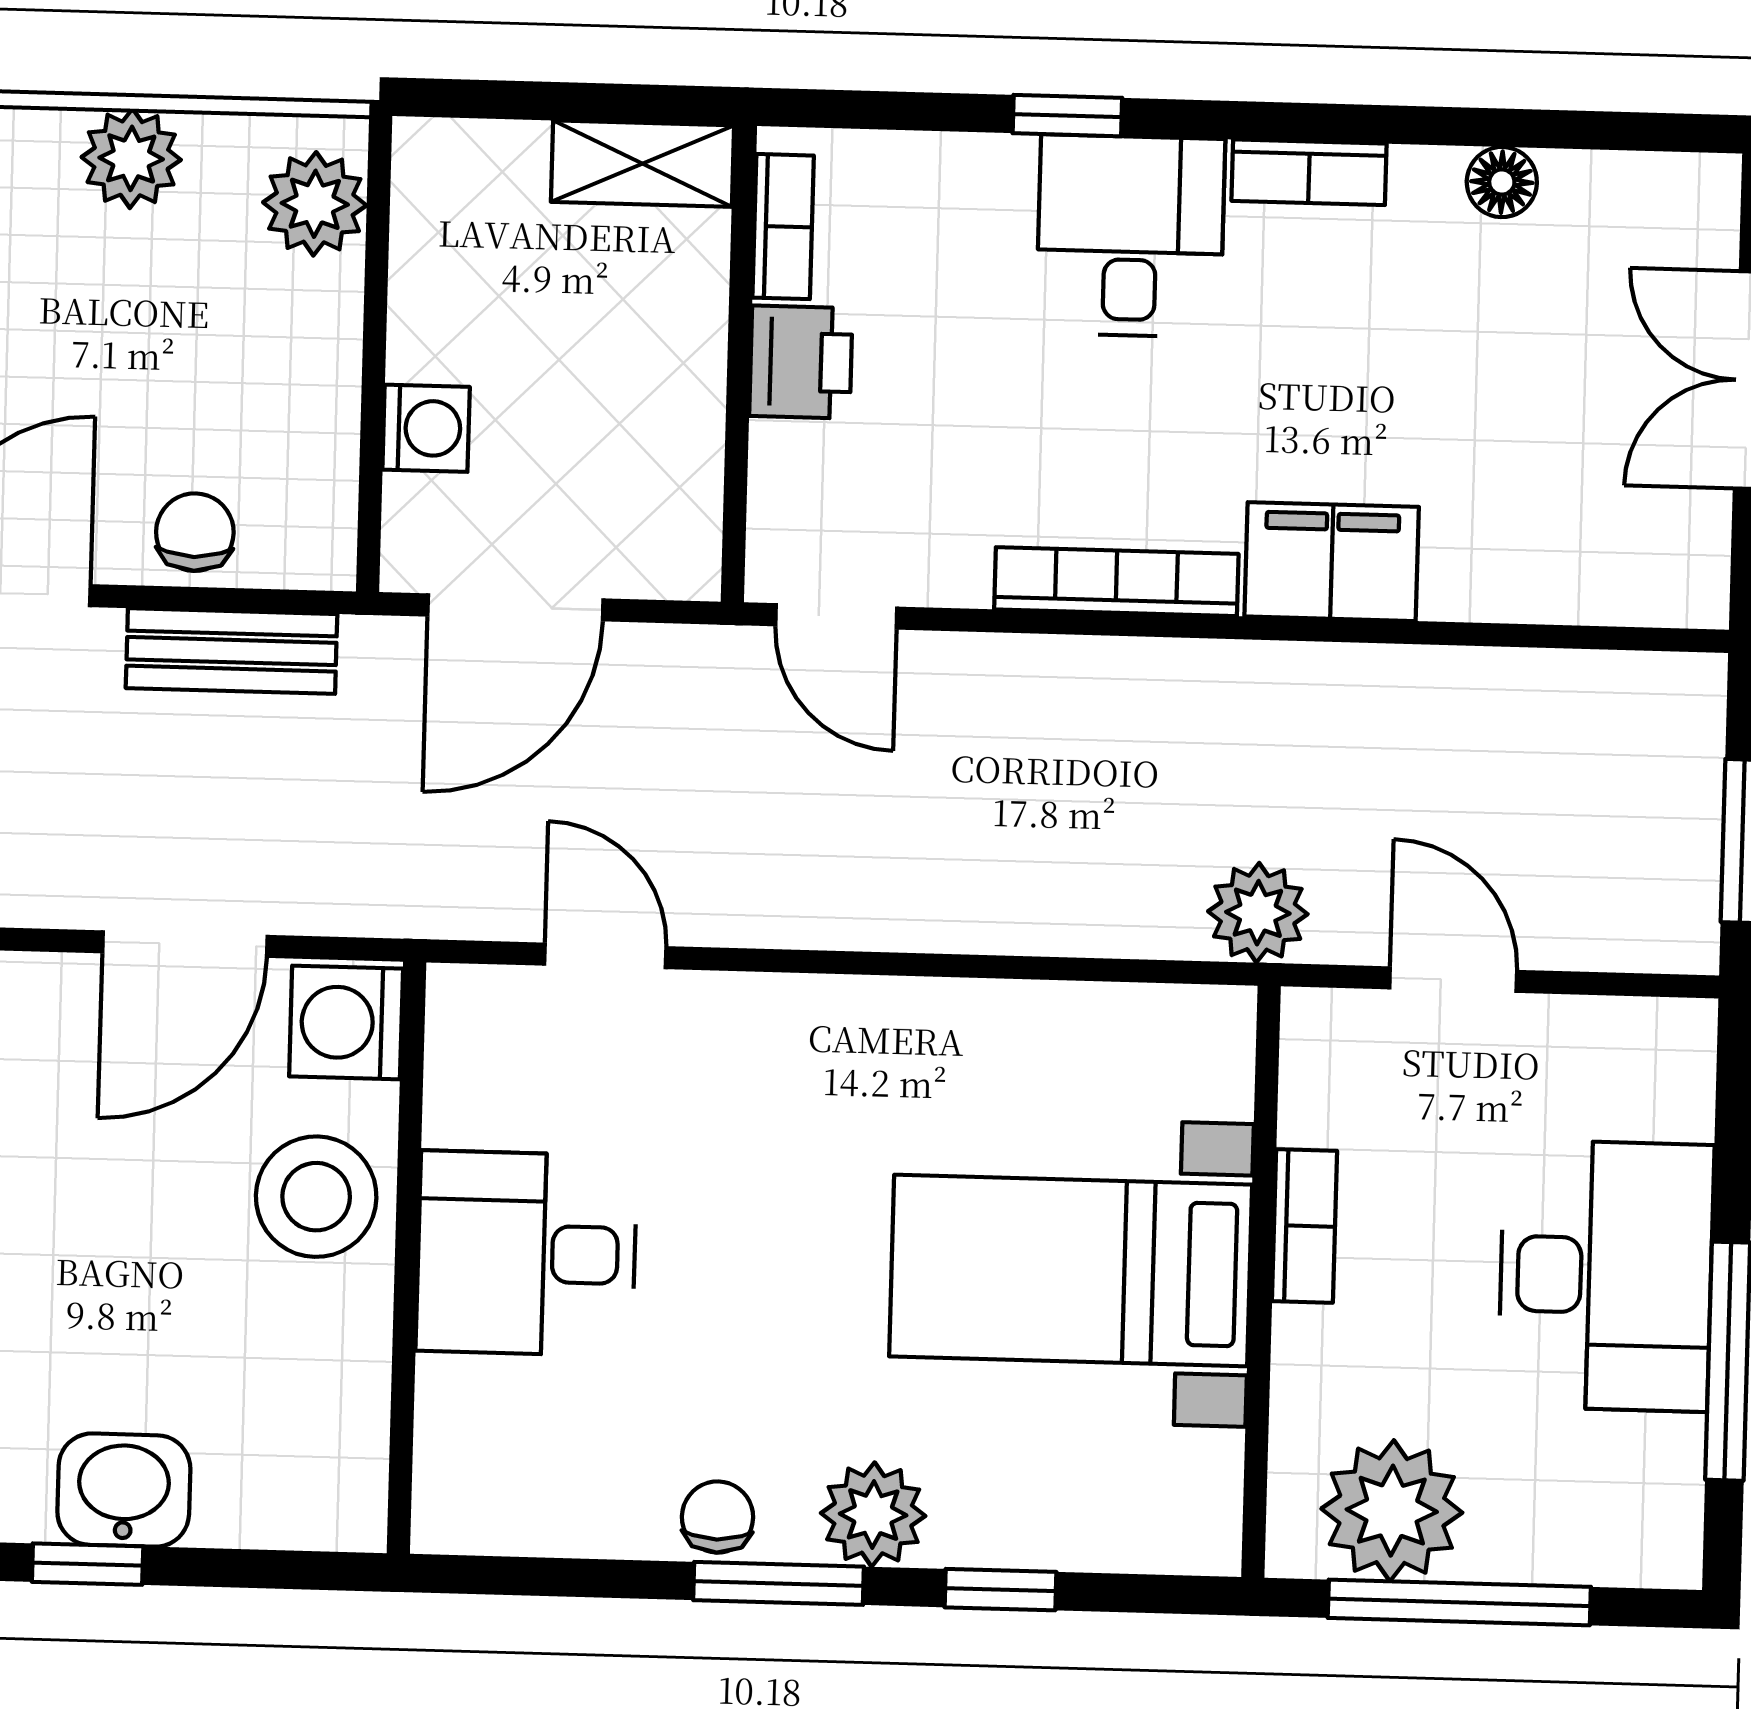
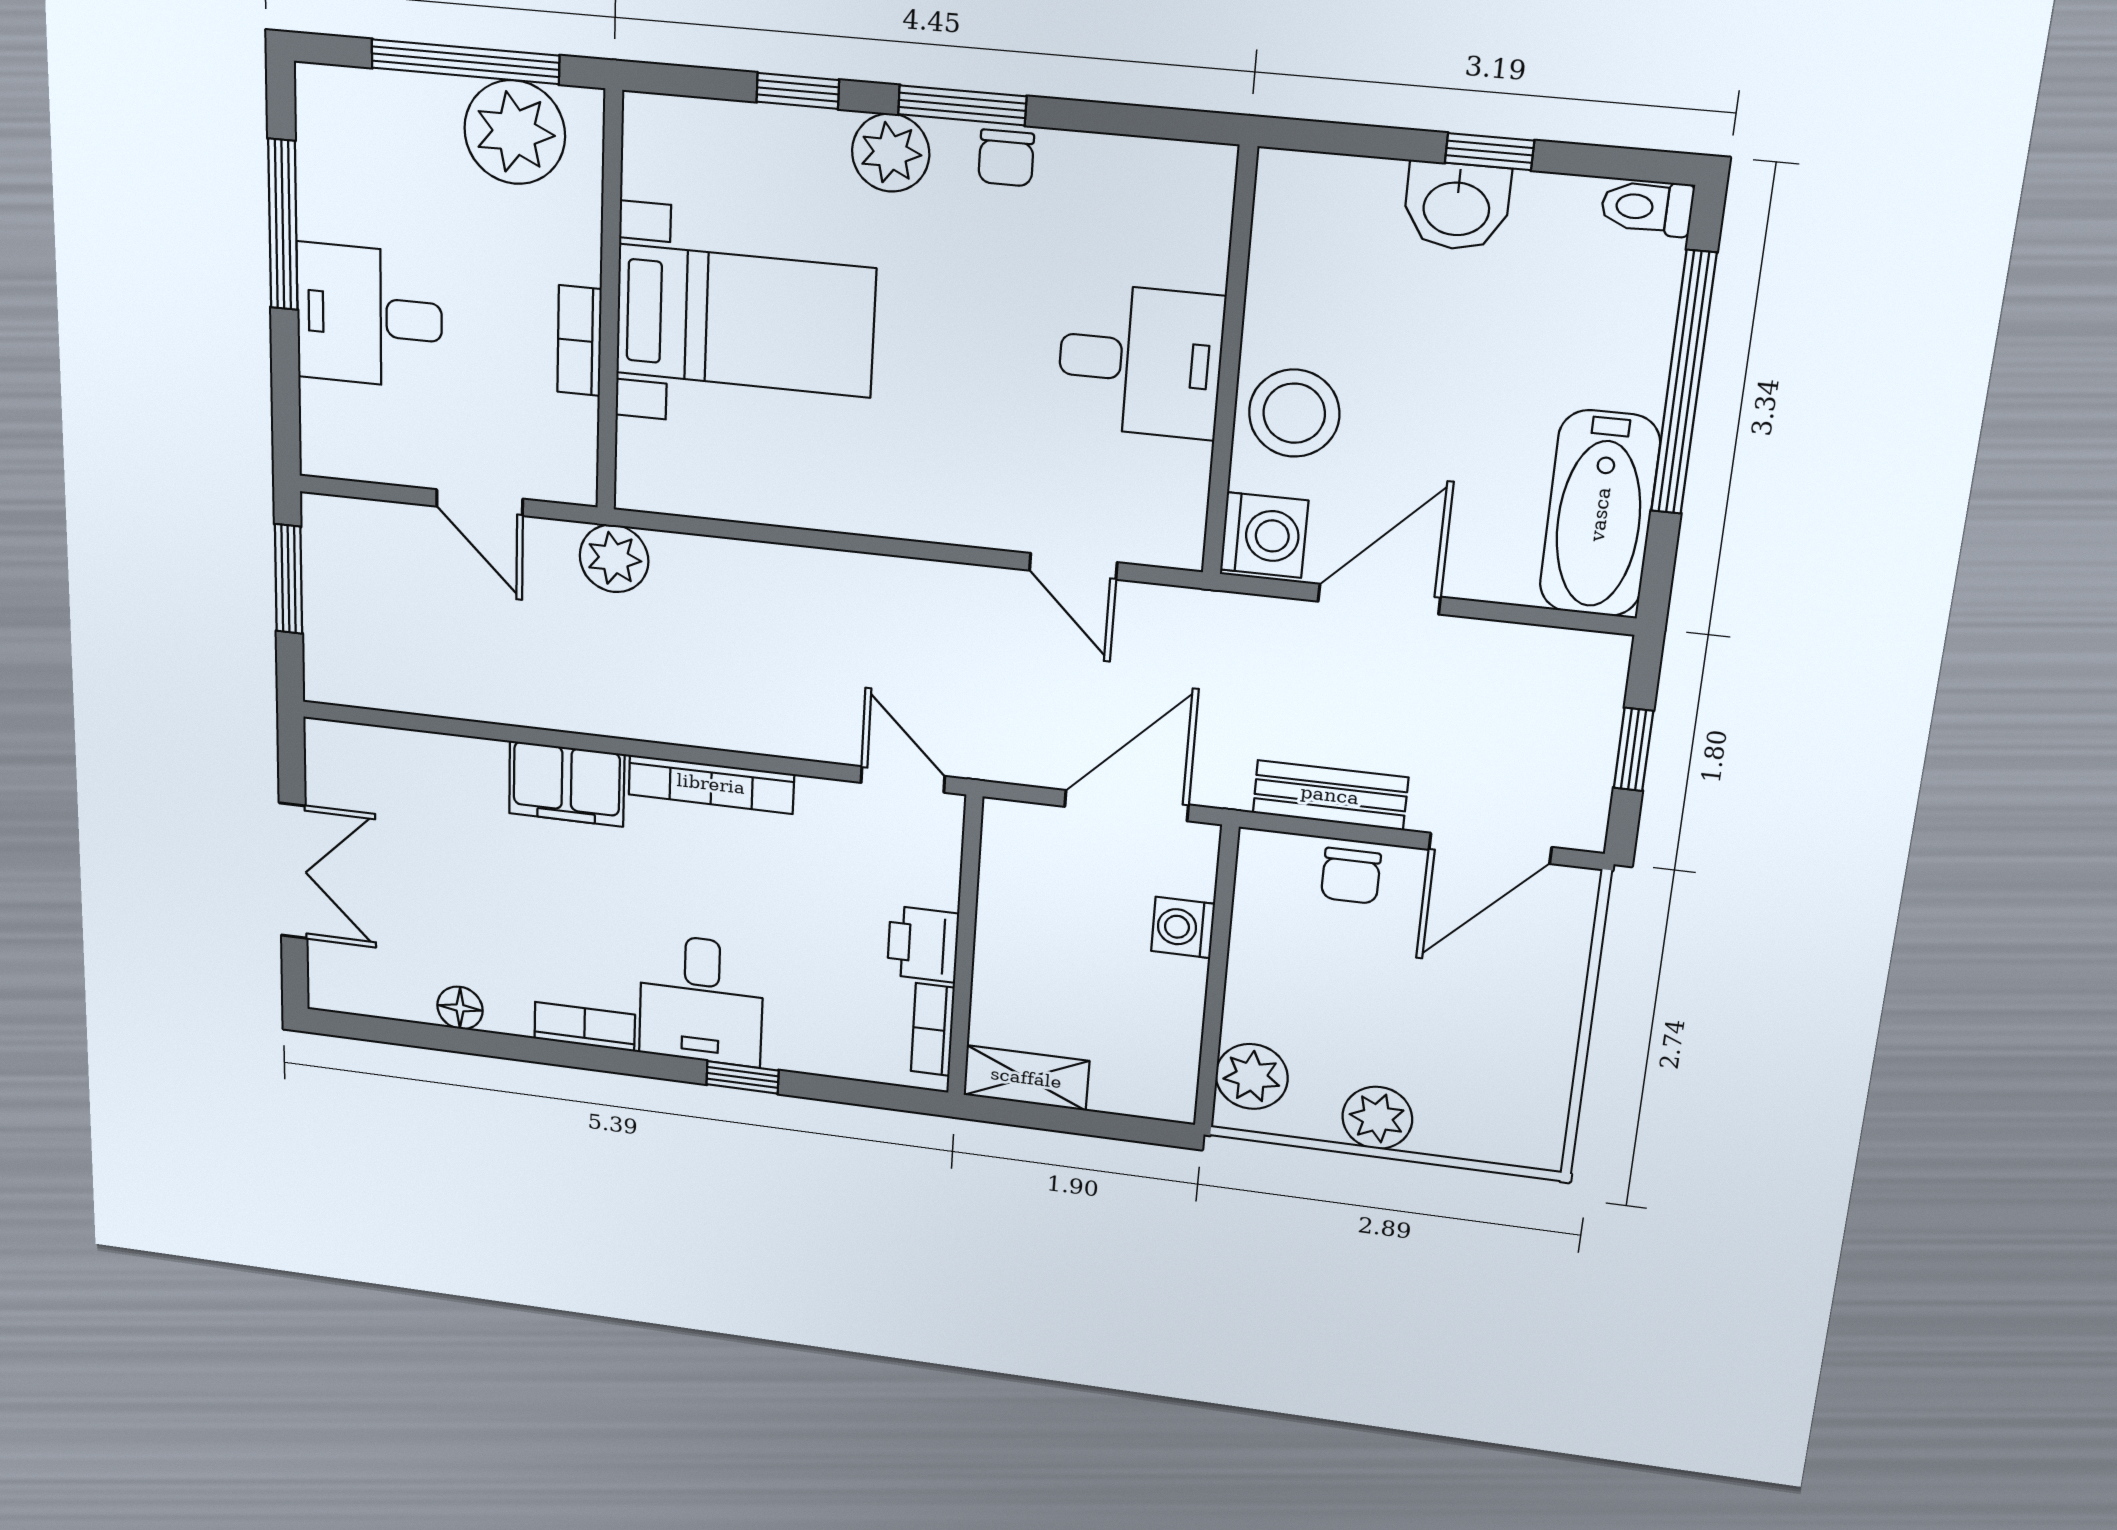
desk: (1606, 1276) -> (369, 316), width x0.73

